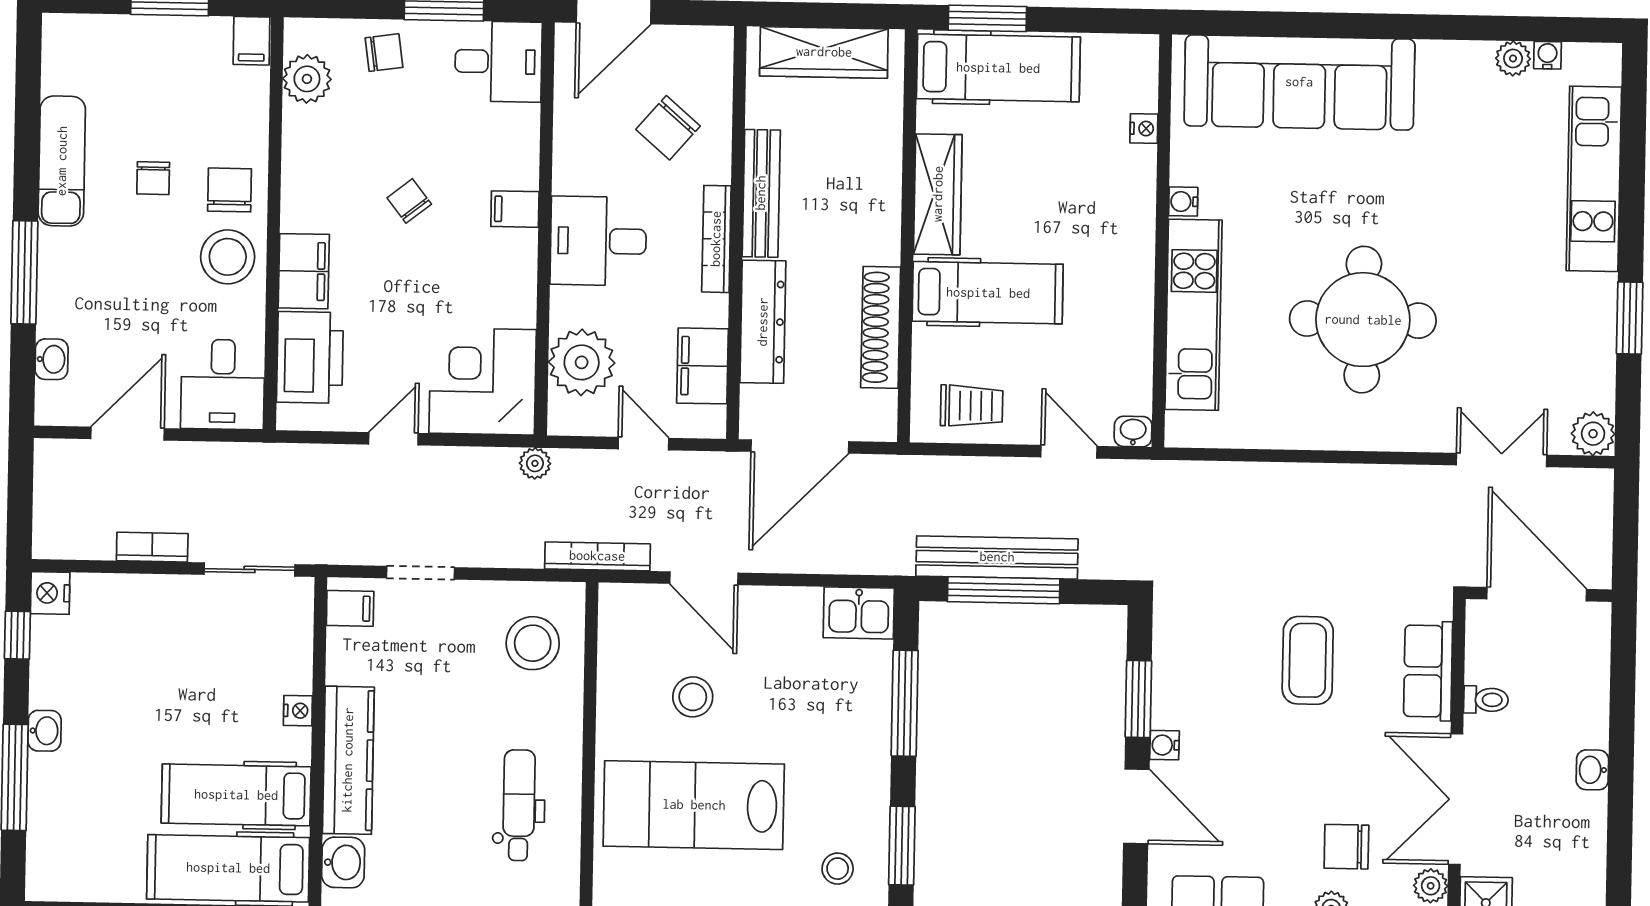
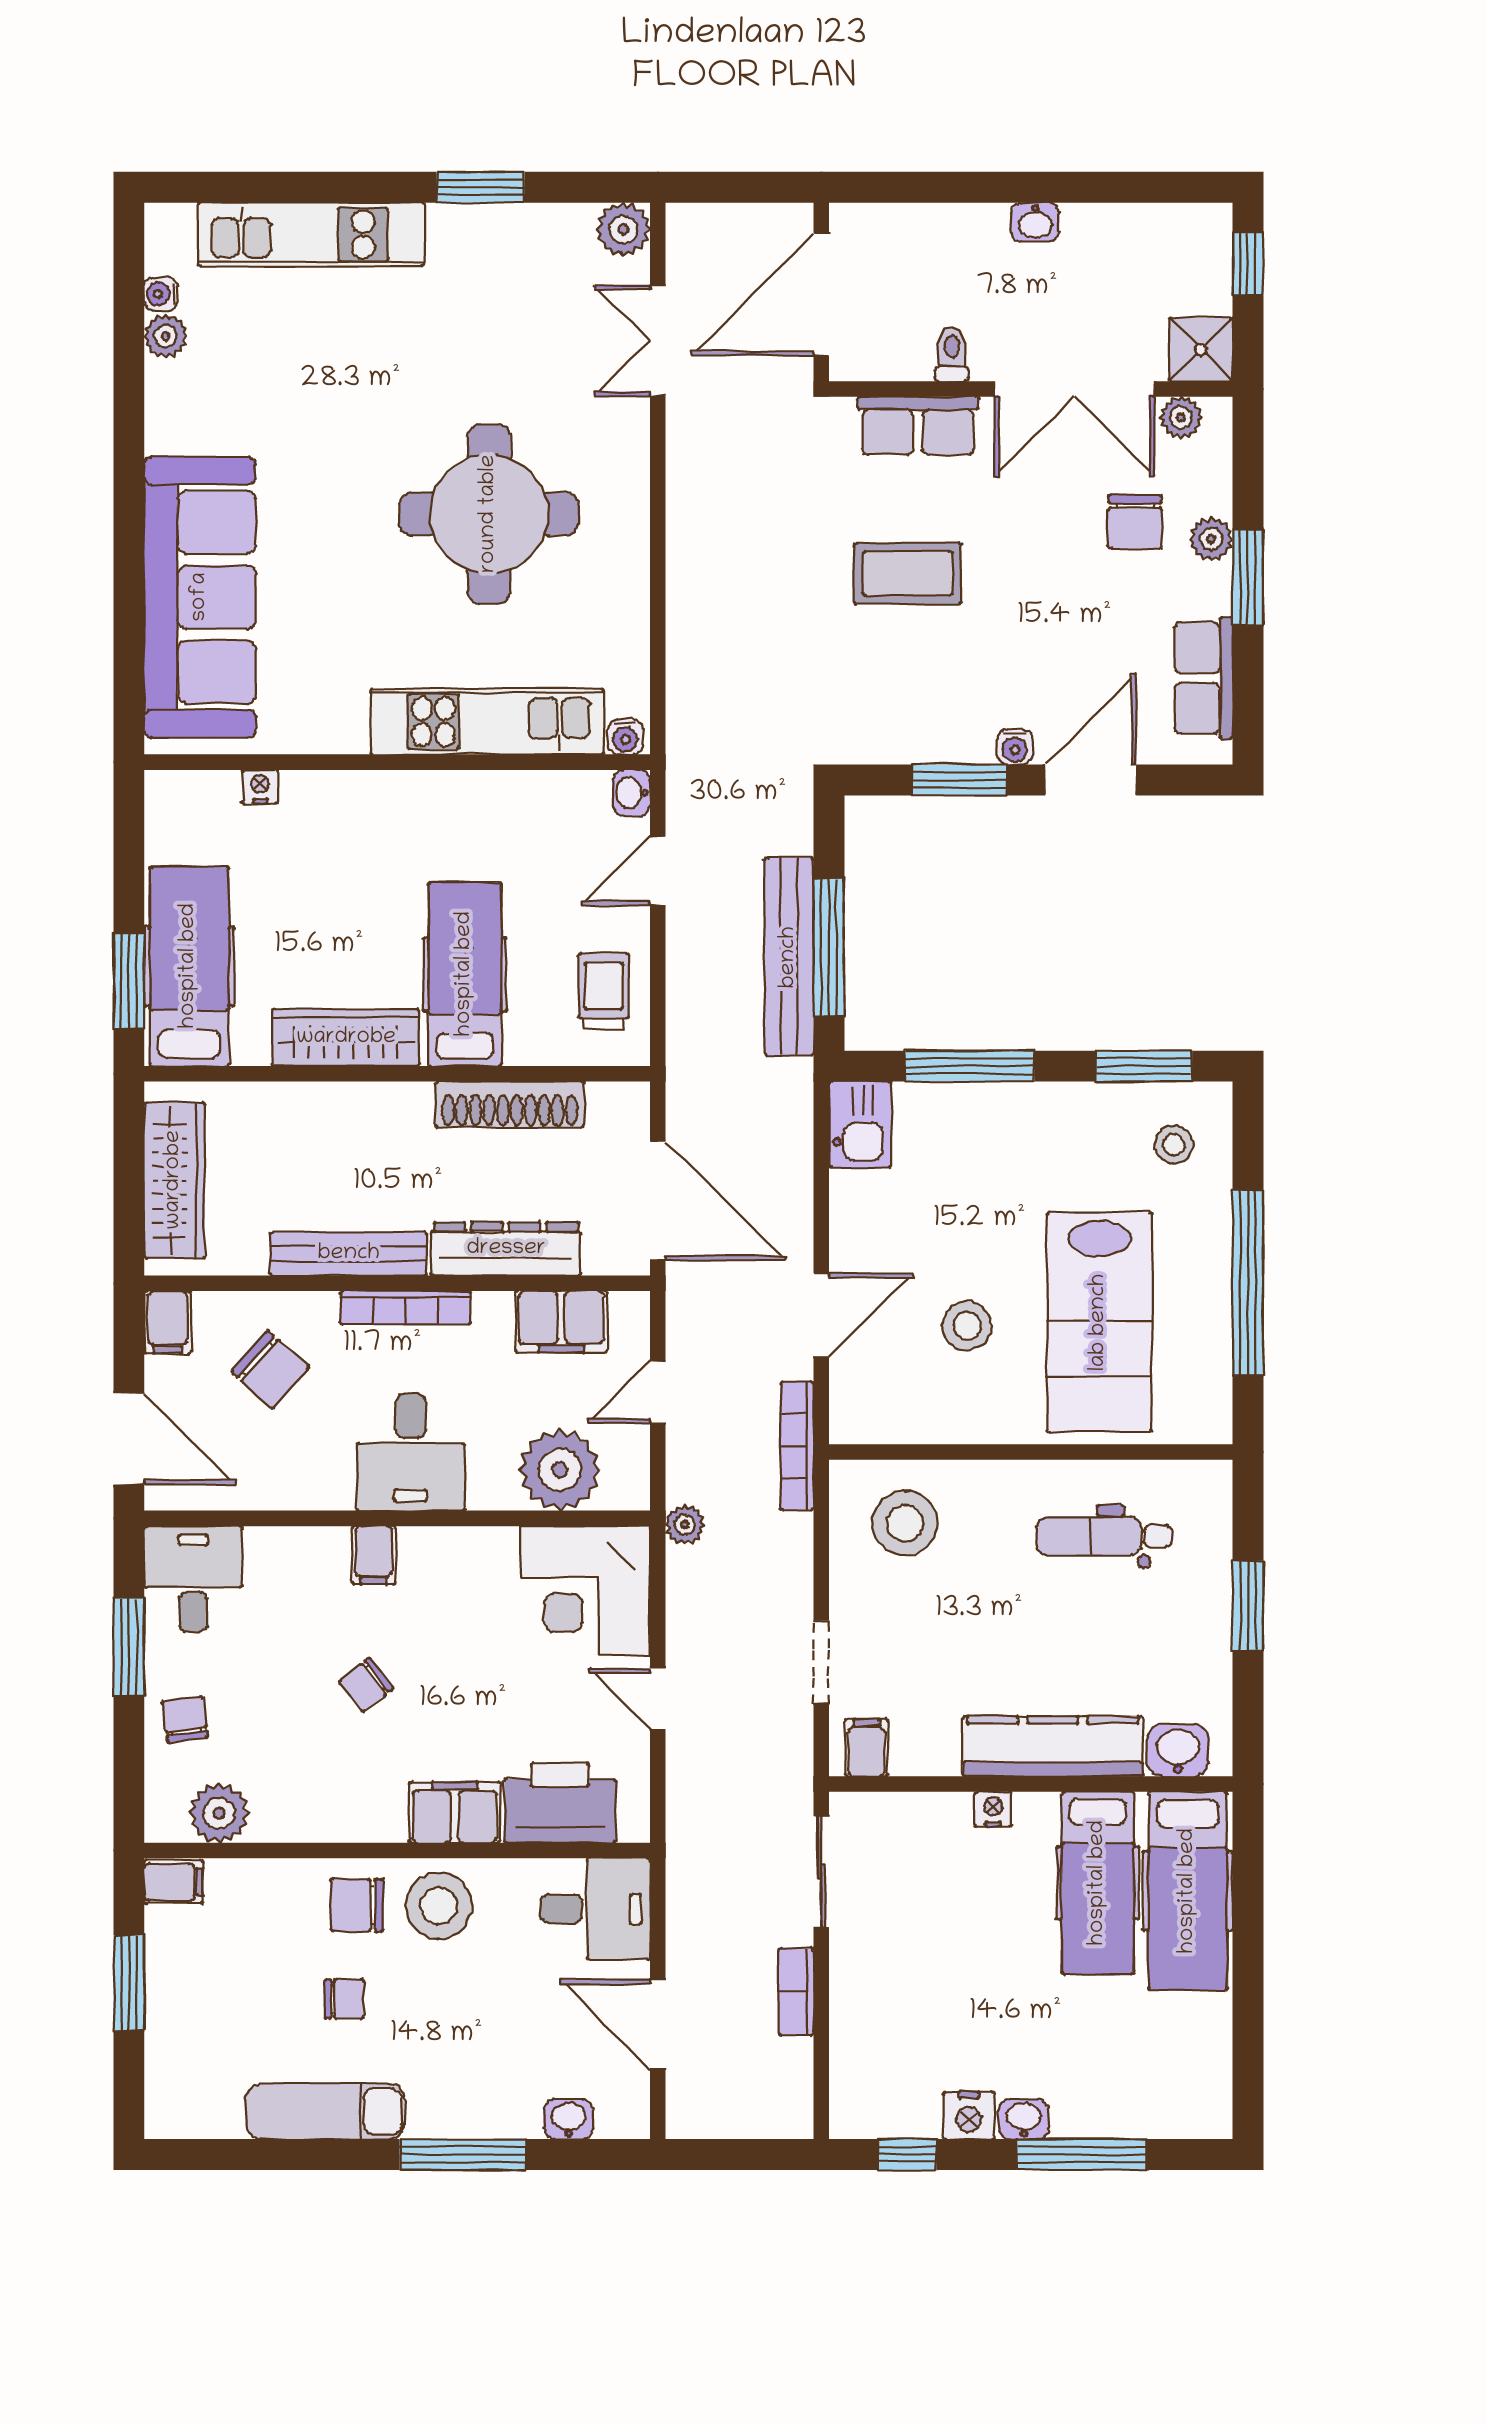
filing cabinet: (708, 45) -> (168, 1322), added
water cooler: (1183, 202) -> (625, 737), moved
nightstand: (50, 593) -> (969, 2115), moved

